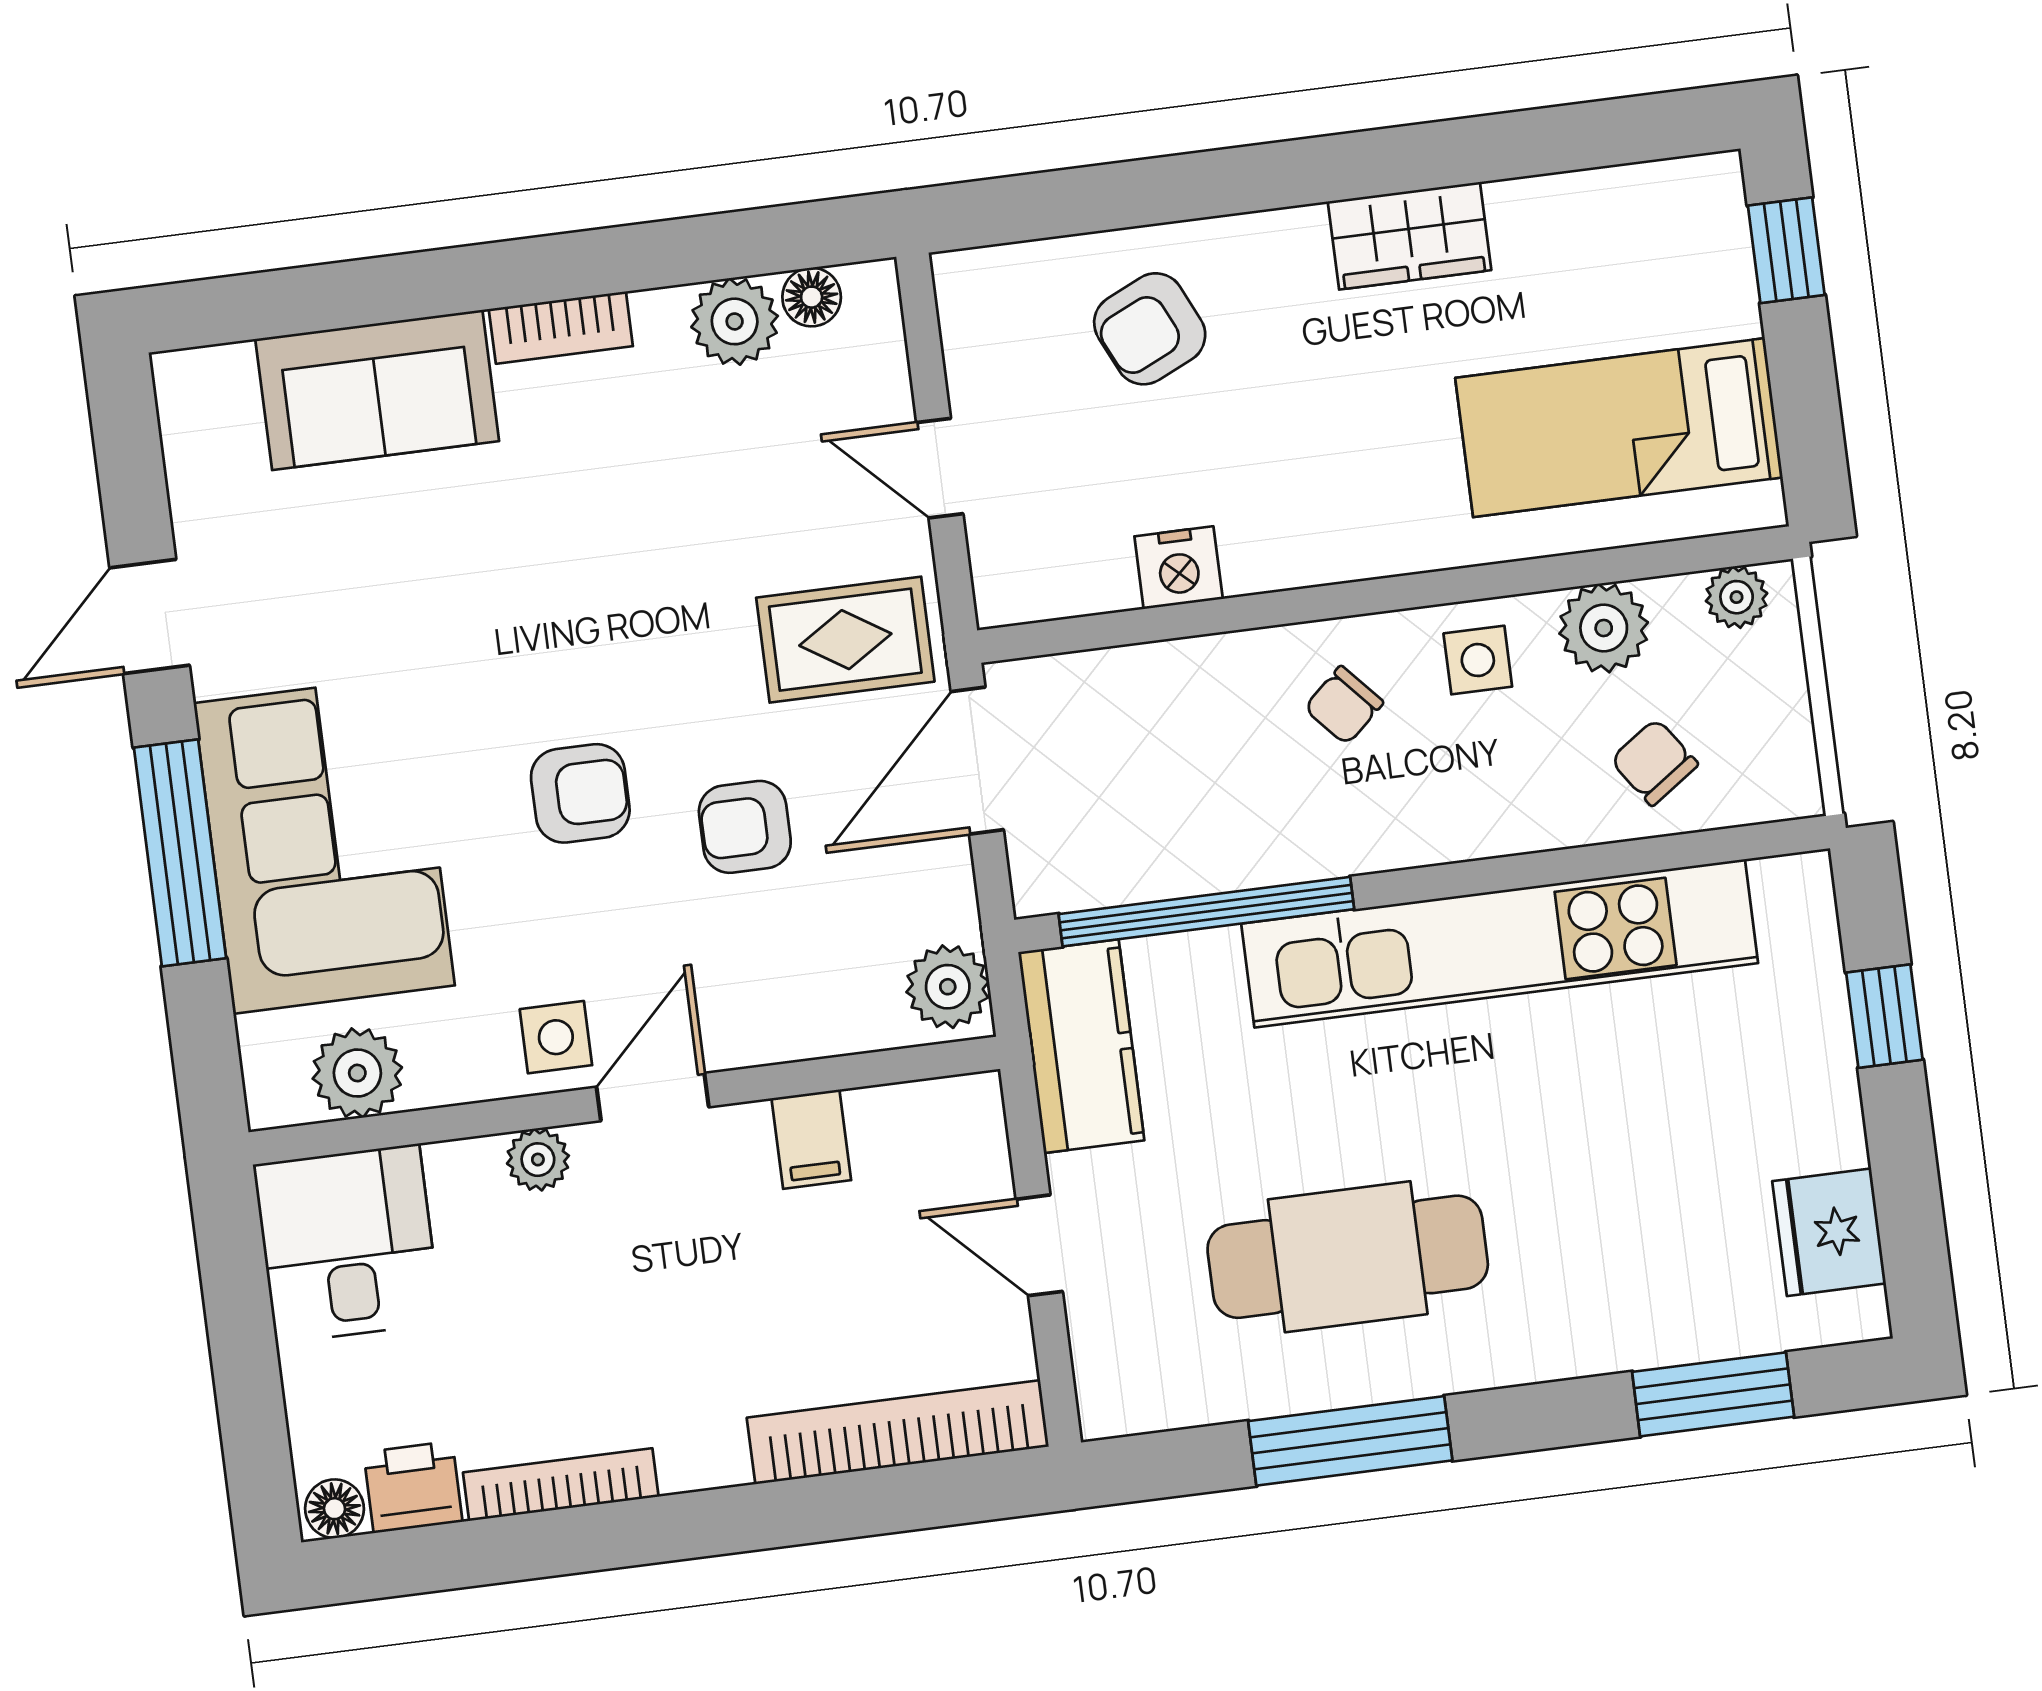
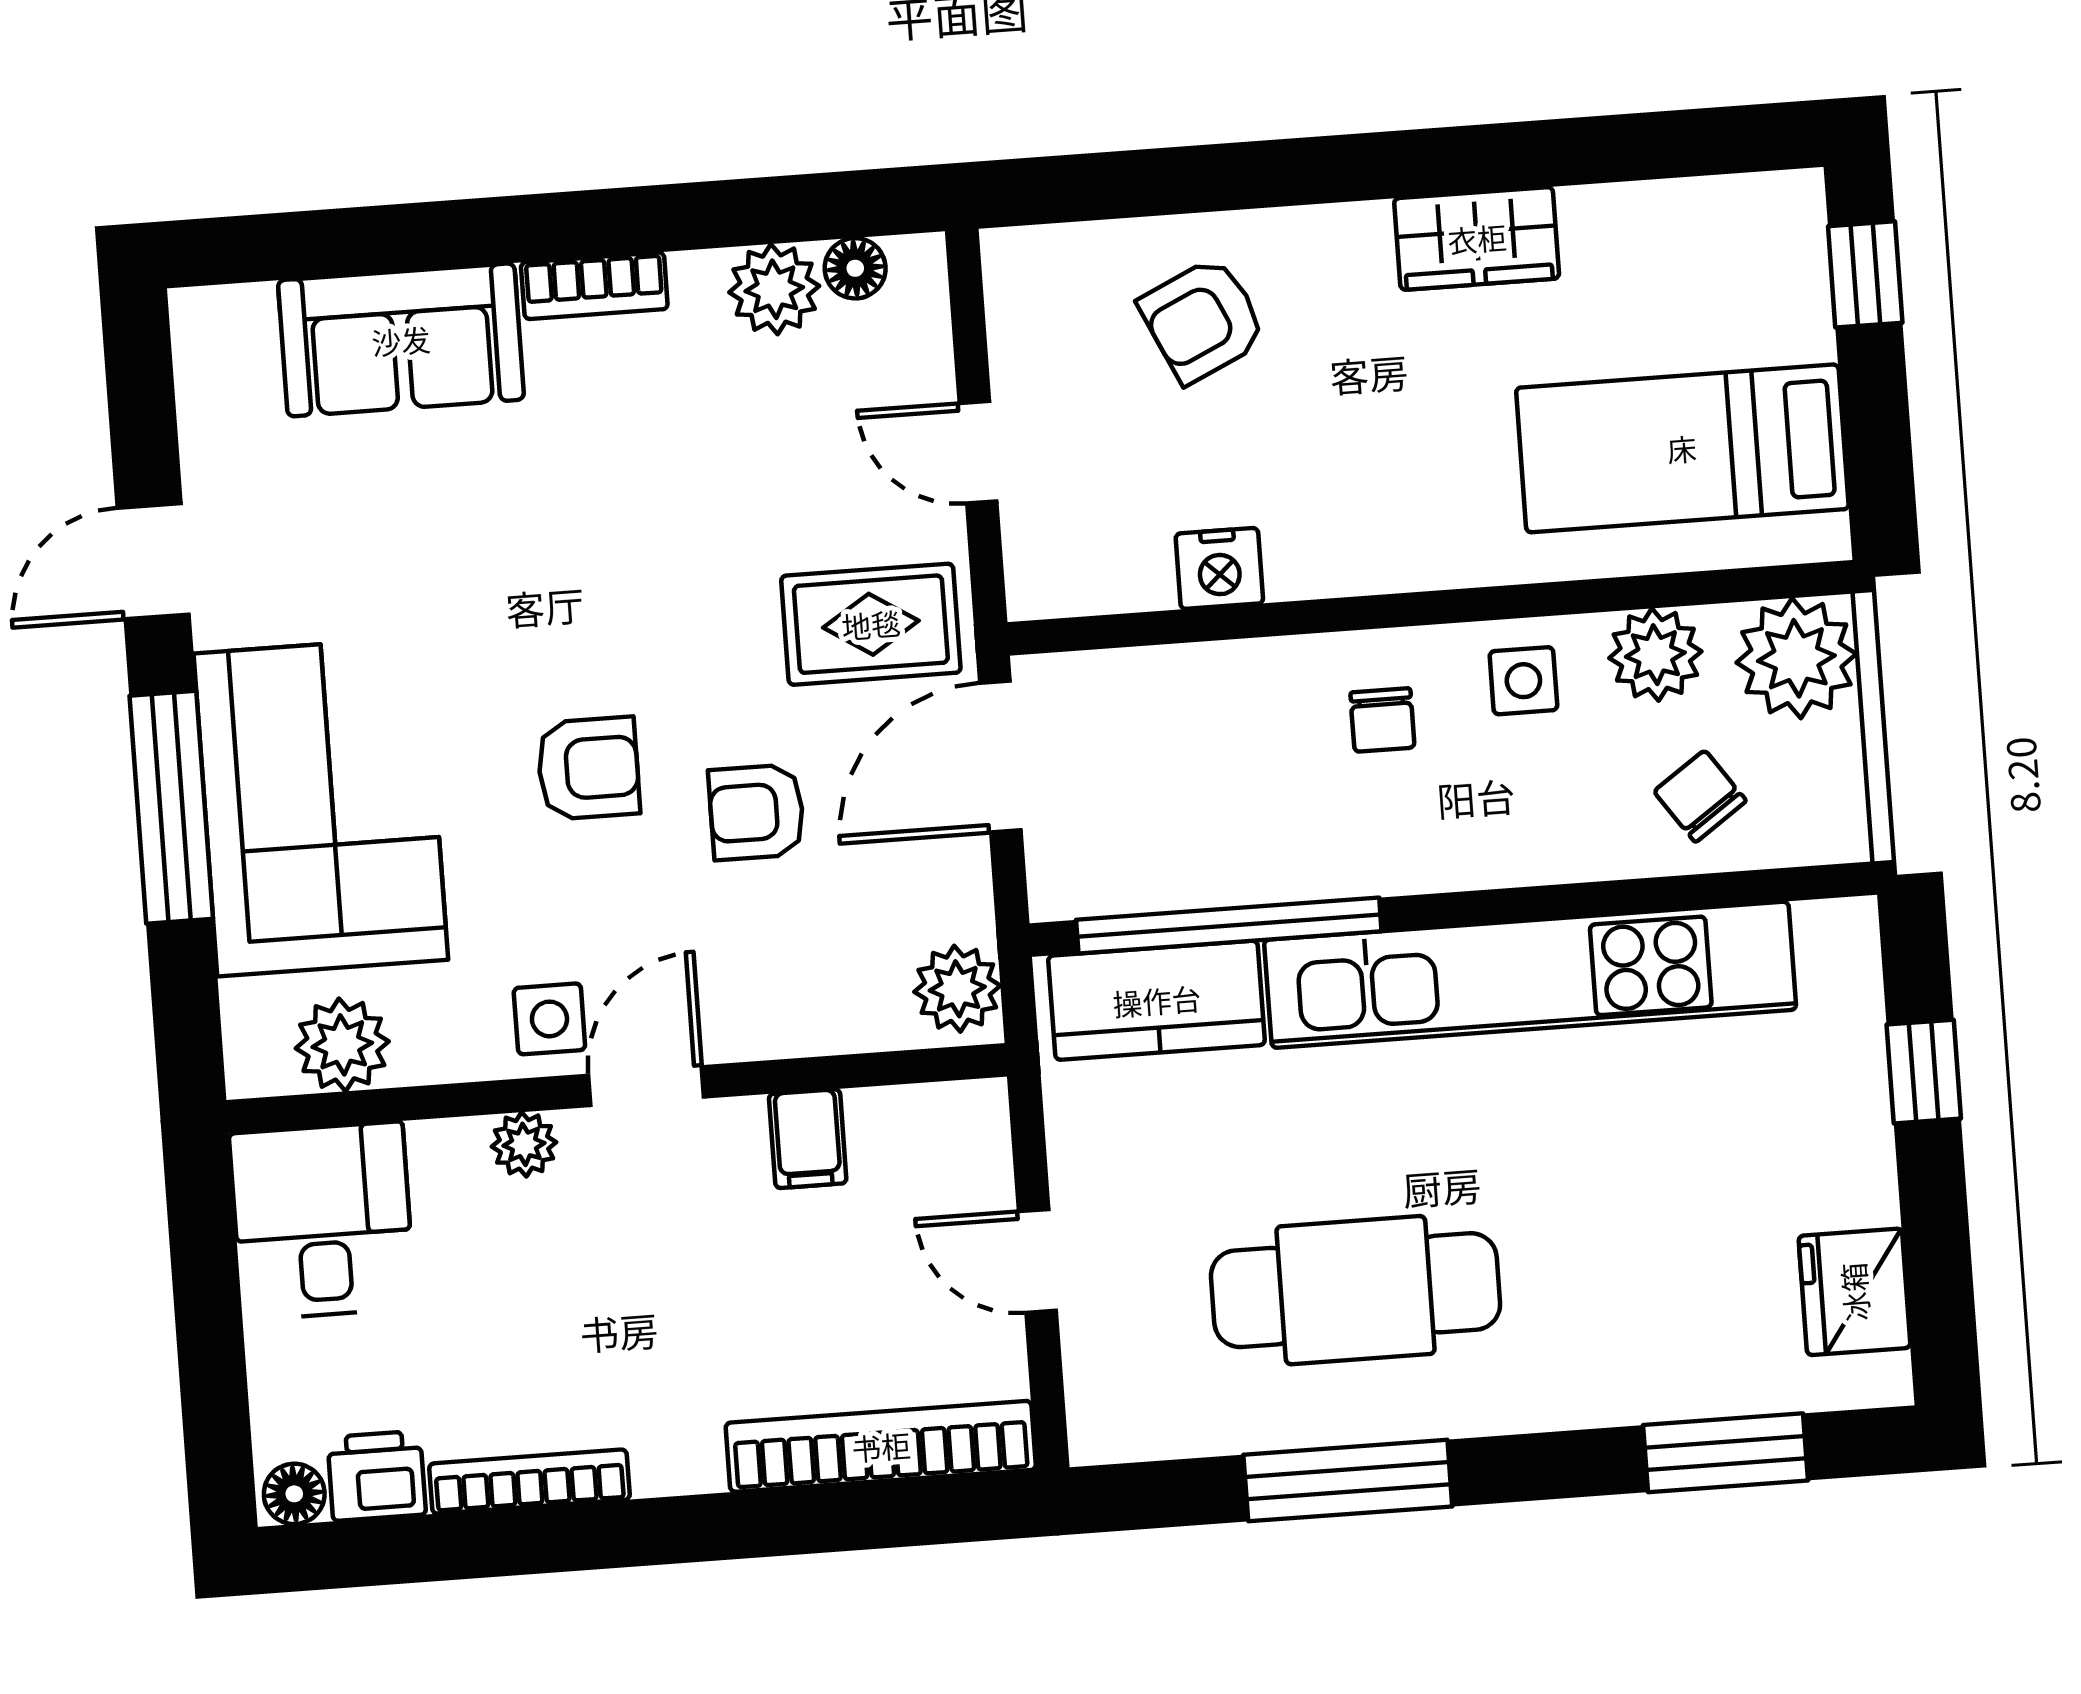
plant: (1737, 597) -> (1796, 658), width x1.88, depth x1.88
chair: (1344, 705) -> (1382, 720), turned -48
kitchen counter: (1081, 1046) -> (1157, 1000), moved, turned 90

